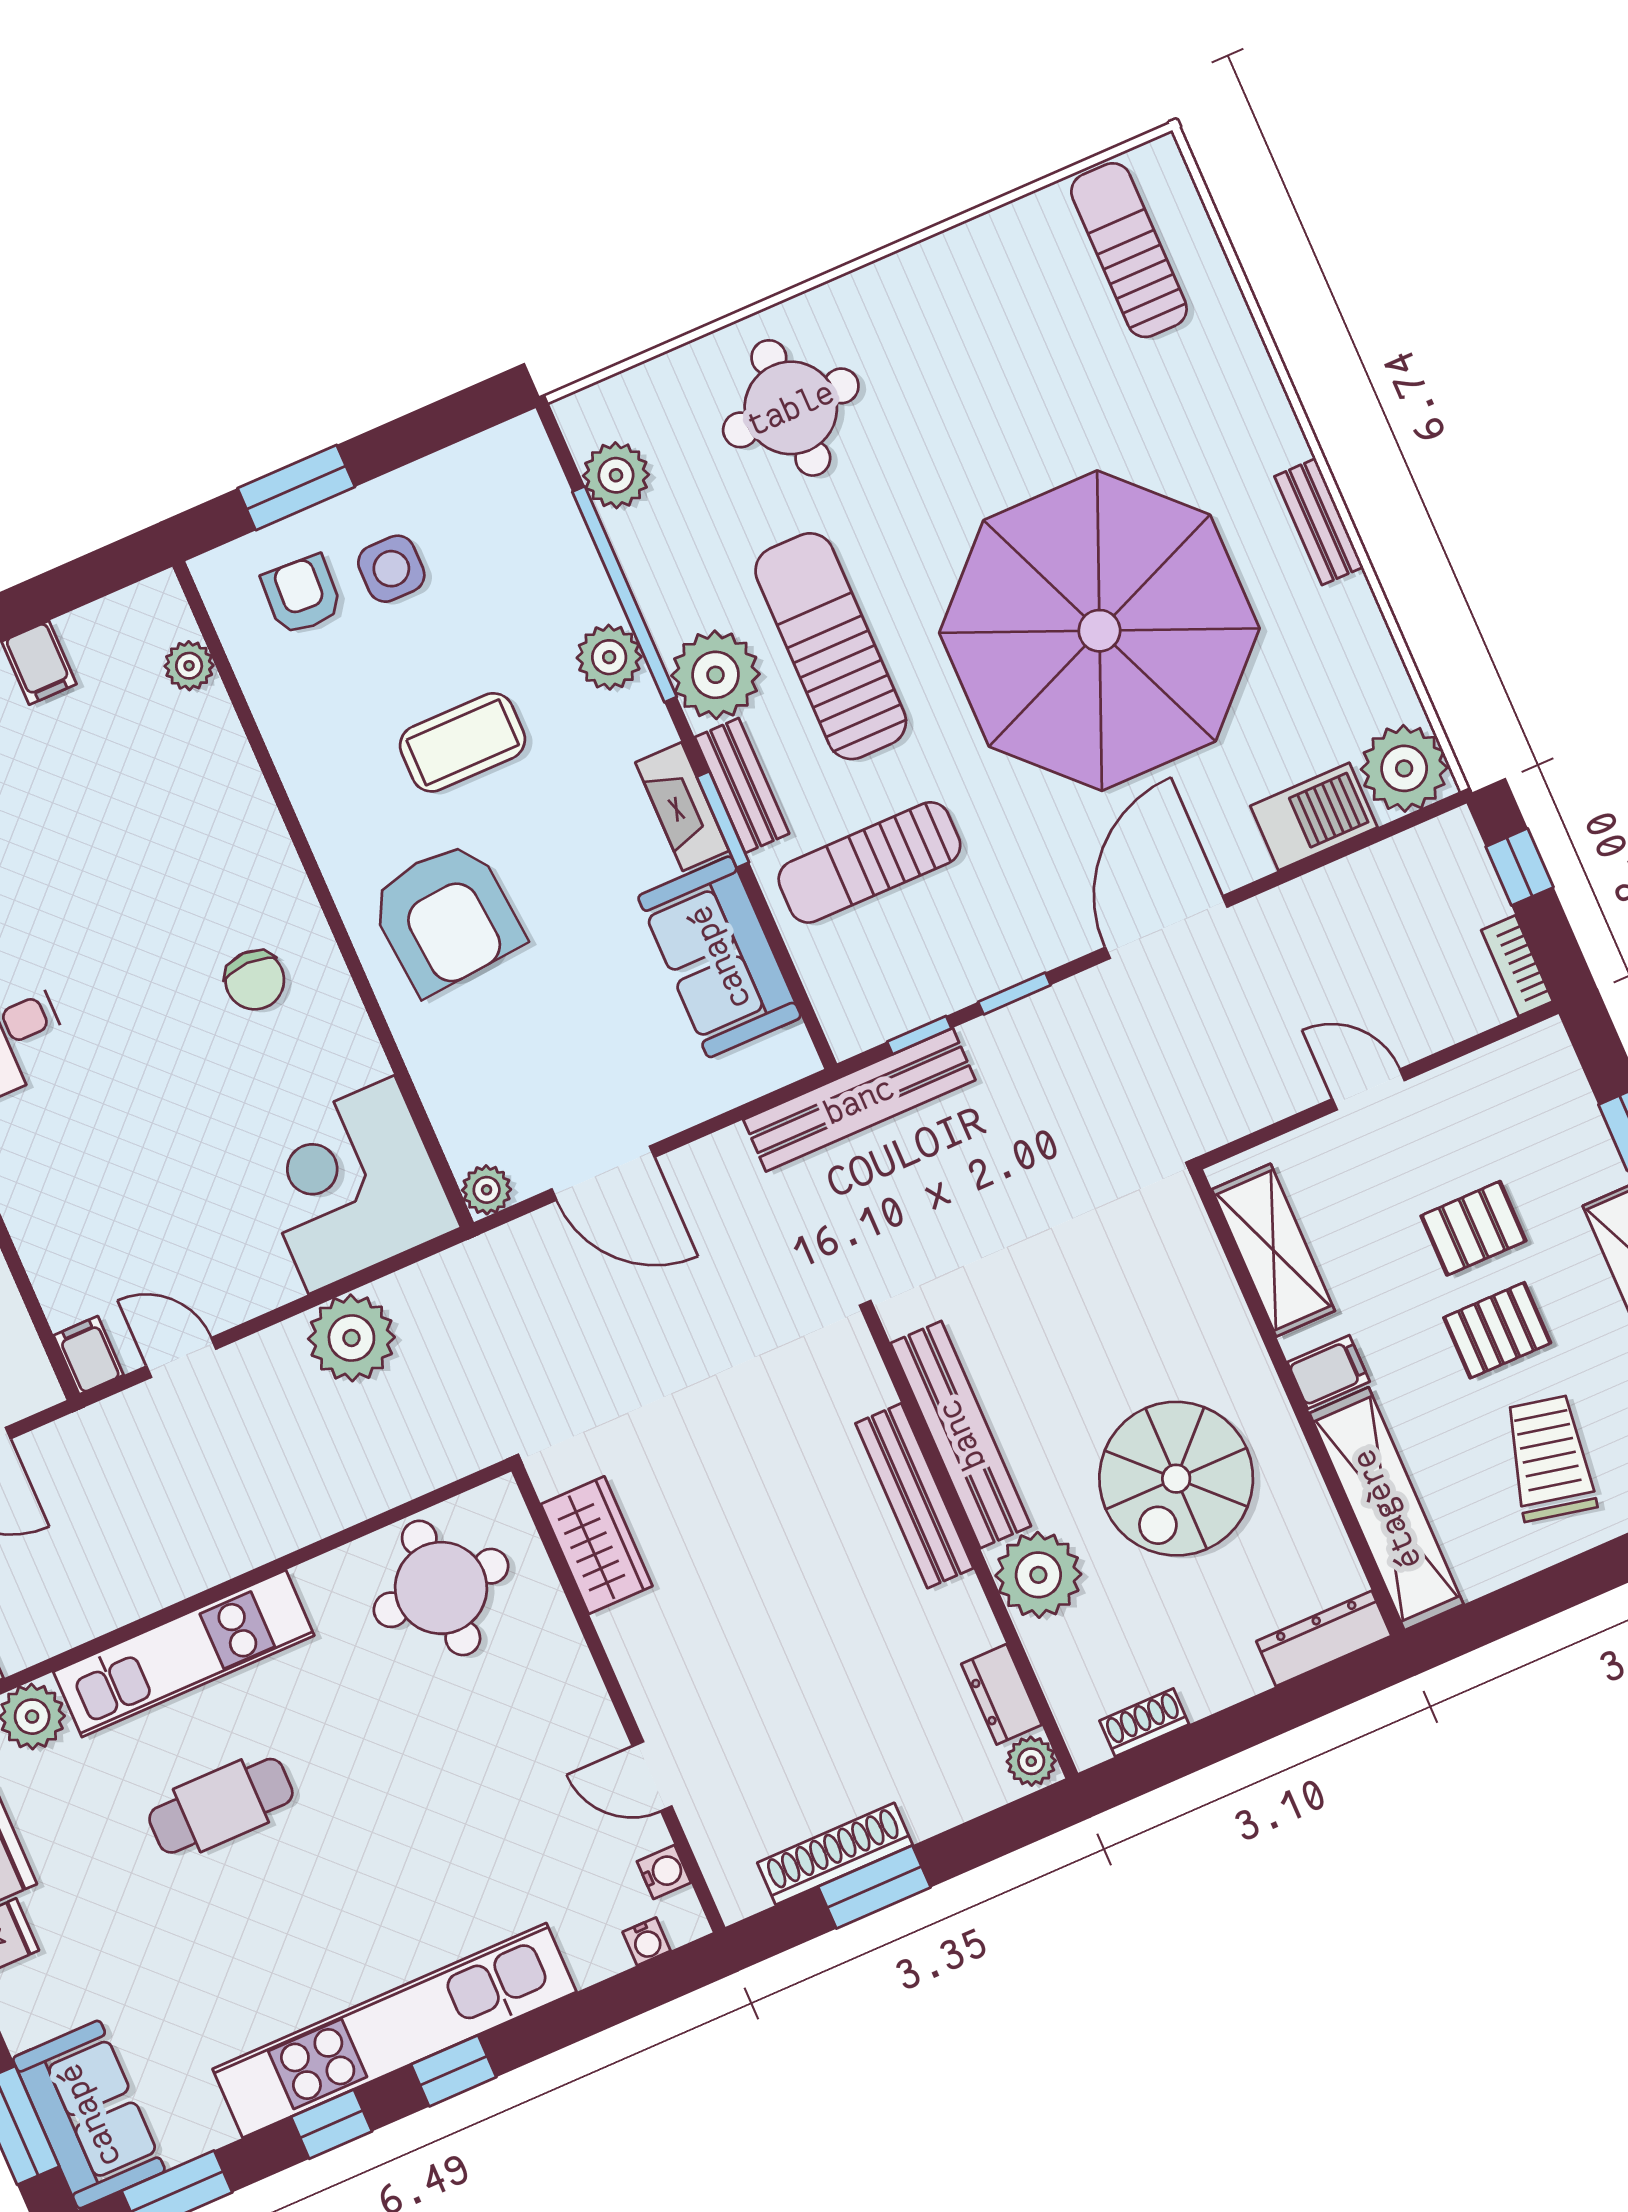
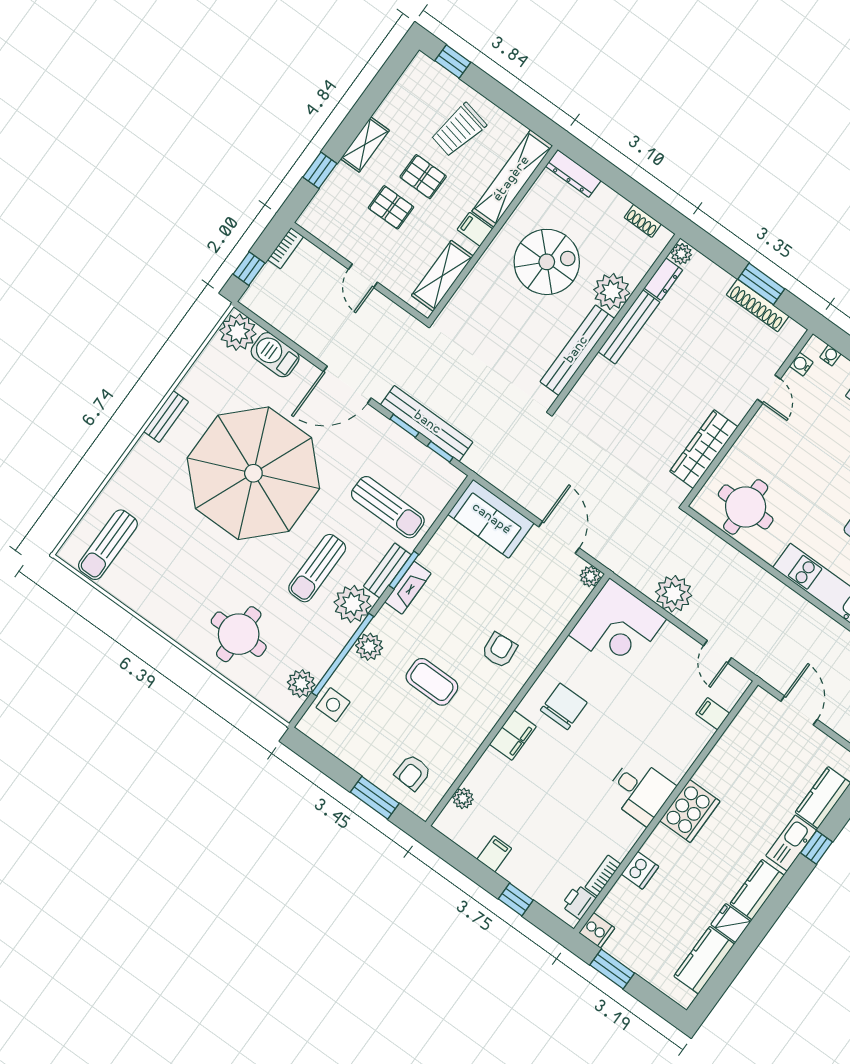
side table: (391, 569) -> (333, 705), moved
sun lounger: (831, 646) -> (317, 568), width x0.73, depth x0.75
filing cabinet: (257, 842) -> (513, 735), added
armchair: (446, 917) -> (499, 650), width x0.53, depth x0.53
sofa: (719, 957) -> (491, 519), moved, turned 90
chair: (255, 980) -> (564, 706), width x1.37, depth x1.37
bench: (859, 1100) -> (427, 423), moved
filing cabinet: (89, 1355) -> (713, 714), moved, turned 90
bench: (914, 1496) -> (629, 327), moved
wardrobe: (597, 1545) -> (704, 449), width x1.50

